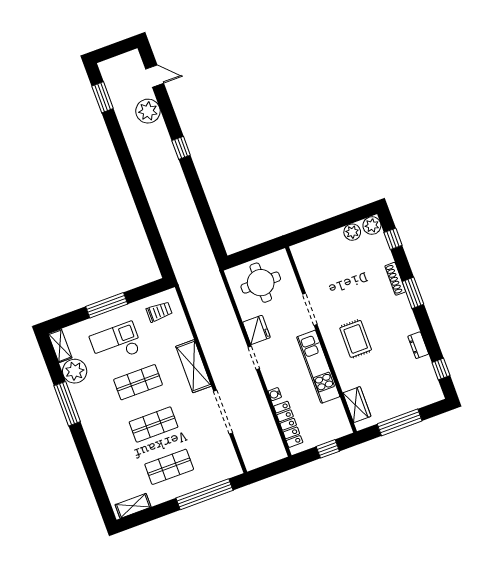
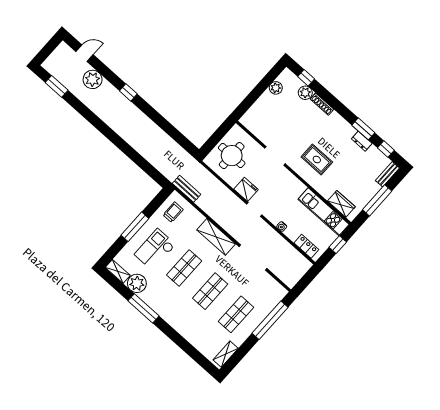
plant: (372, 226) -> (305, 93), moved
bench: (189, 293) -> (187, 189), added
window: (413, 293) -> (363, 129), moved
kitchen unit: (318, 367) -> (324, 212), moved
bench: (427, 399) -> (387, 174), added
locker: (288, 424) -> (306, 246), width x0.66

